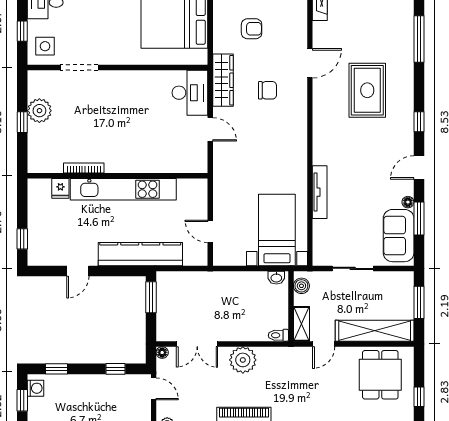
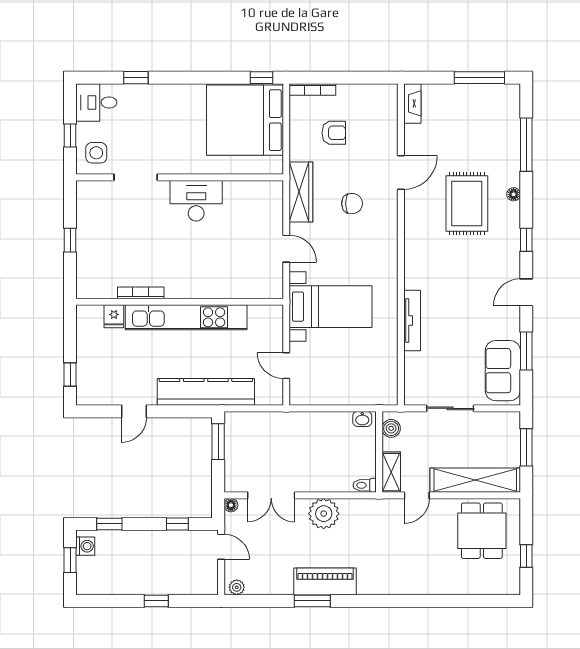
desk: (190, 93) -> (196, 201), moved, turned -90
plant: (39, 111) -> (90, 227), removed
floor lamp: (408, 202) -> (514, 194), moved
bed with nightstands: (277, 230) -> (331, 307), moved, turned 90

